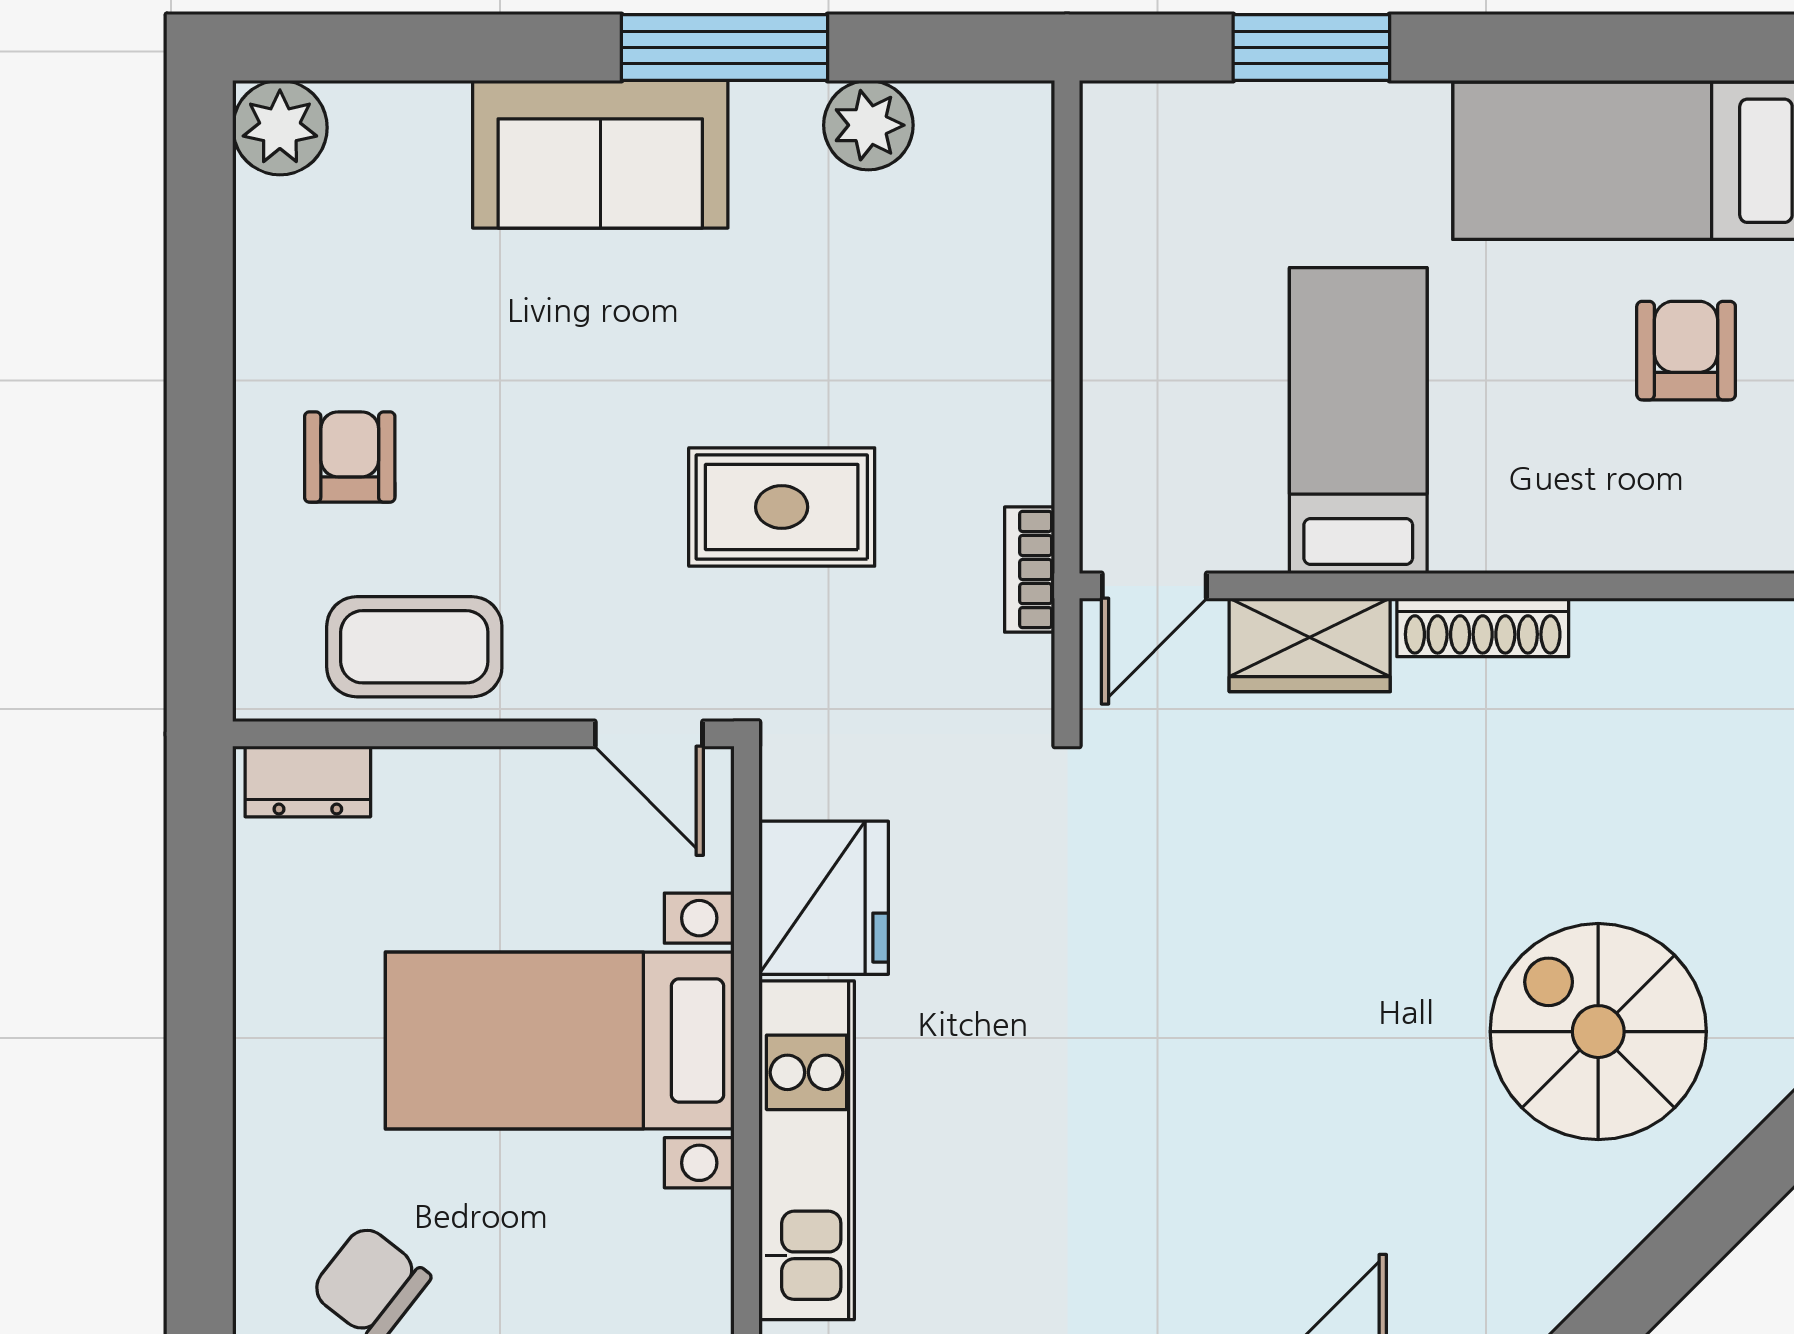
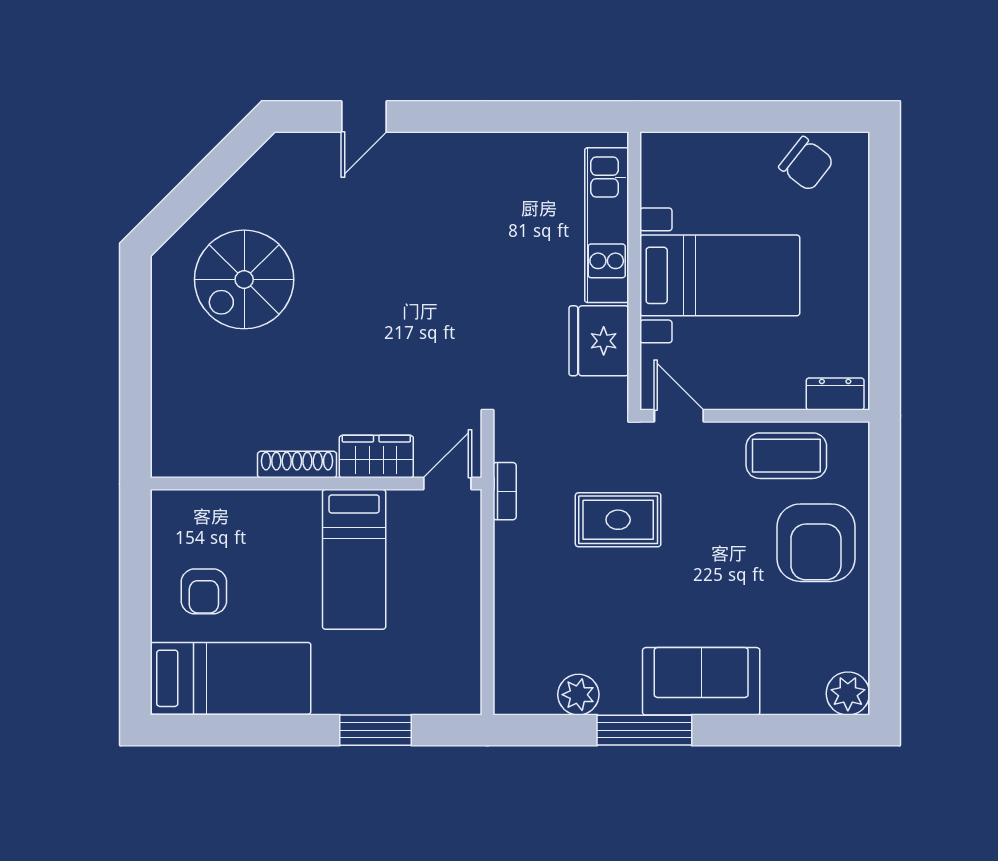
armchair: (350, 457) -> (816, 543), width x1.88, depth x1.88
spiral stairs: (1598, 1032) -> (244, 279), turned 90

